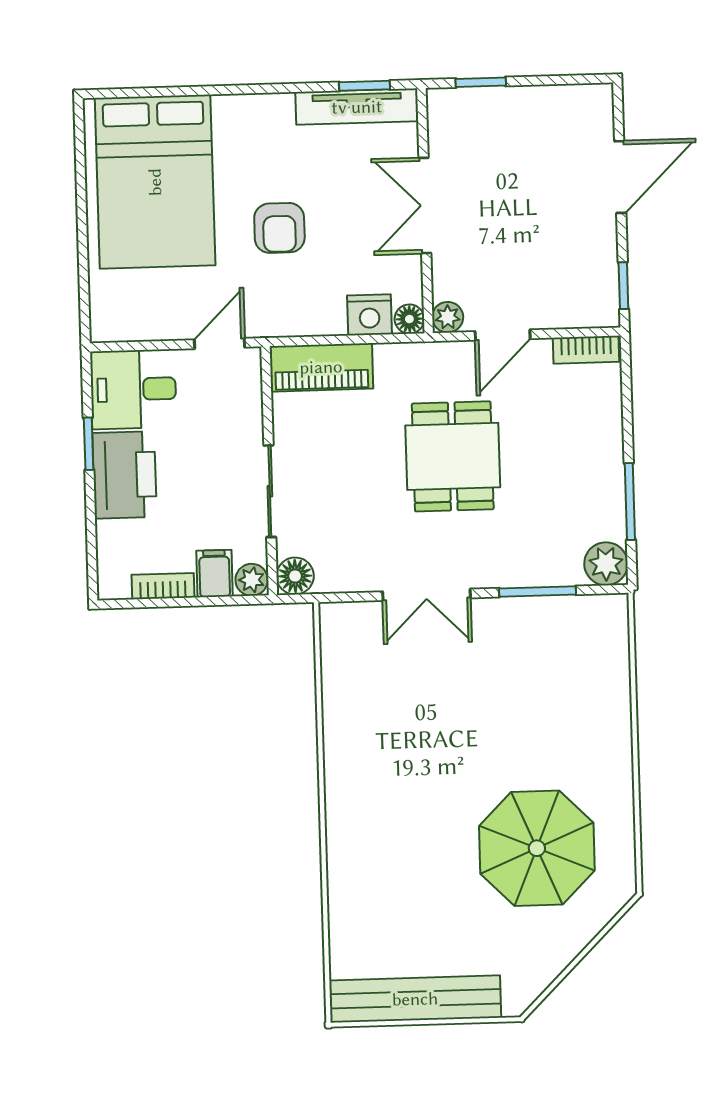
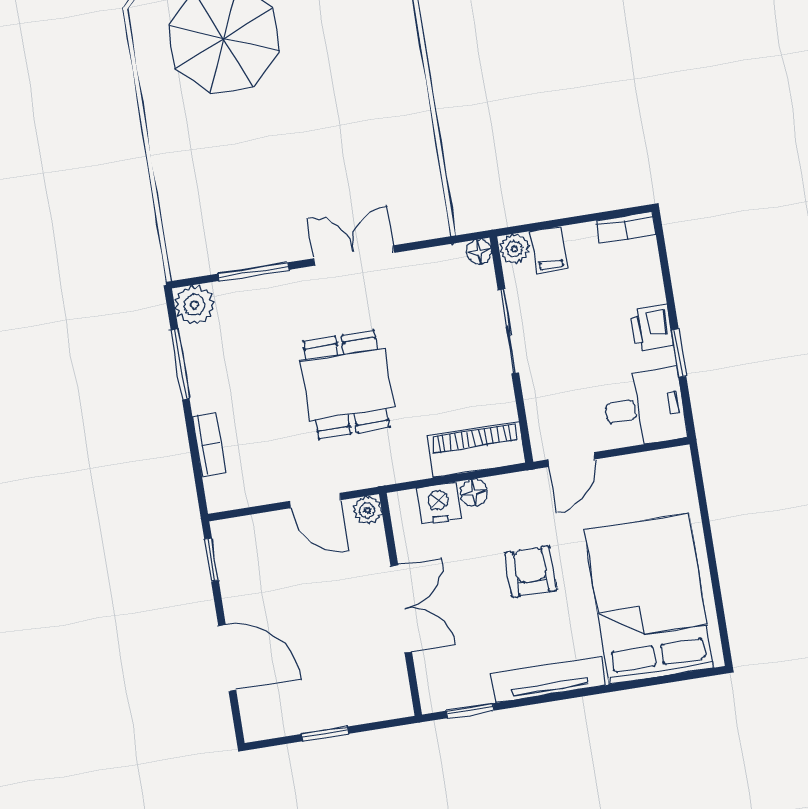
window: (481, 82) -> (325, 734), moved
tv unit: (357, 107) -> (549, 679), moved
door: (620, 177) -> (227, 658), swing flipped
floor lamp: (409, 319) -> (474, 493), moved
door: (503, 335) -> (315, 501), swing flipped
bookcase: (586, 350) -> (209, 444), moved, turned 90
printer: (125, 475) -> (651, 327), width x0.53, depth x0.68
floor lamp: (295, 576) -> (479, 252), width x0.73, depth x0.73
bookcase: (163, 586) -> (626, 227), moved

